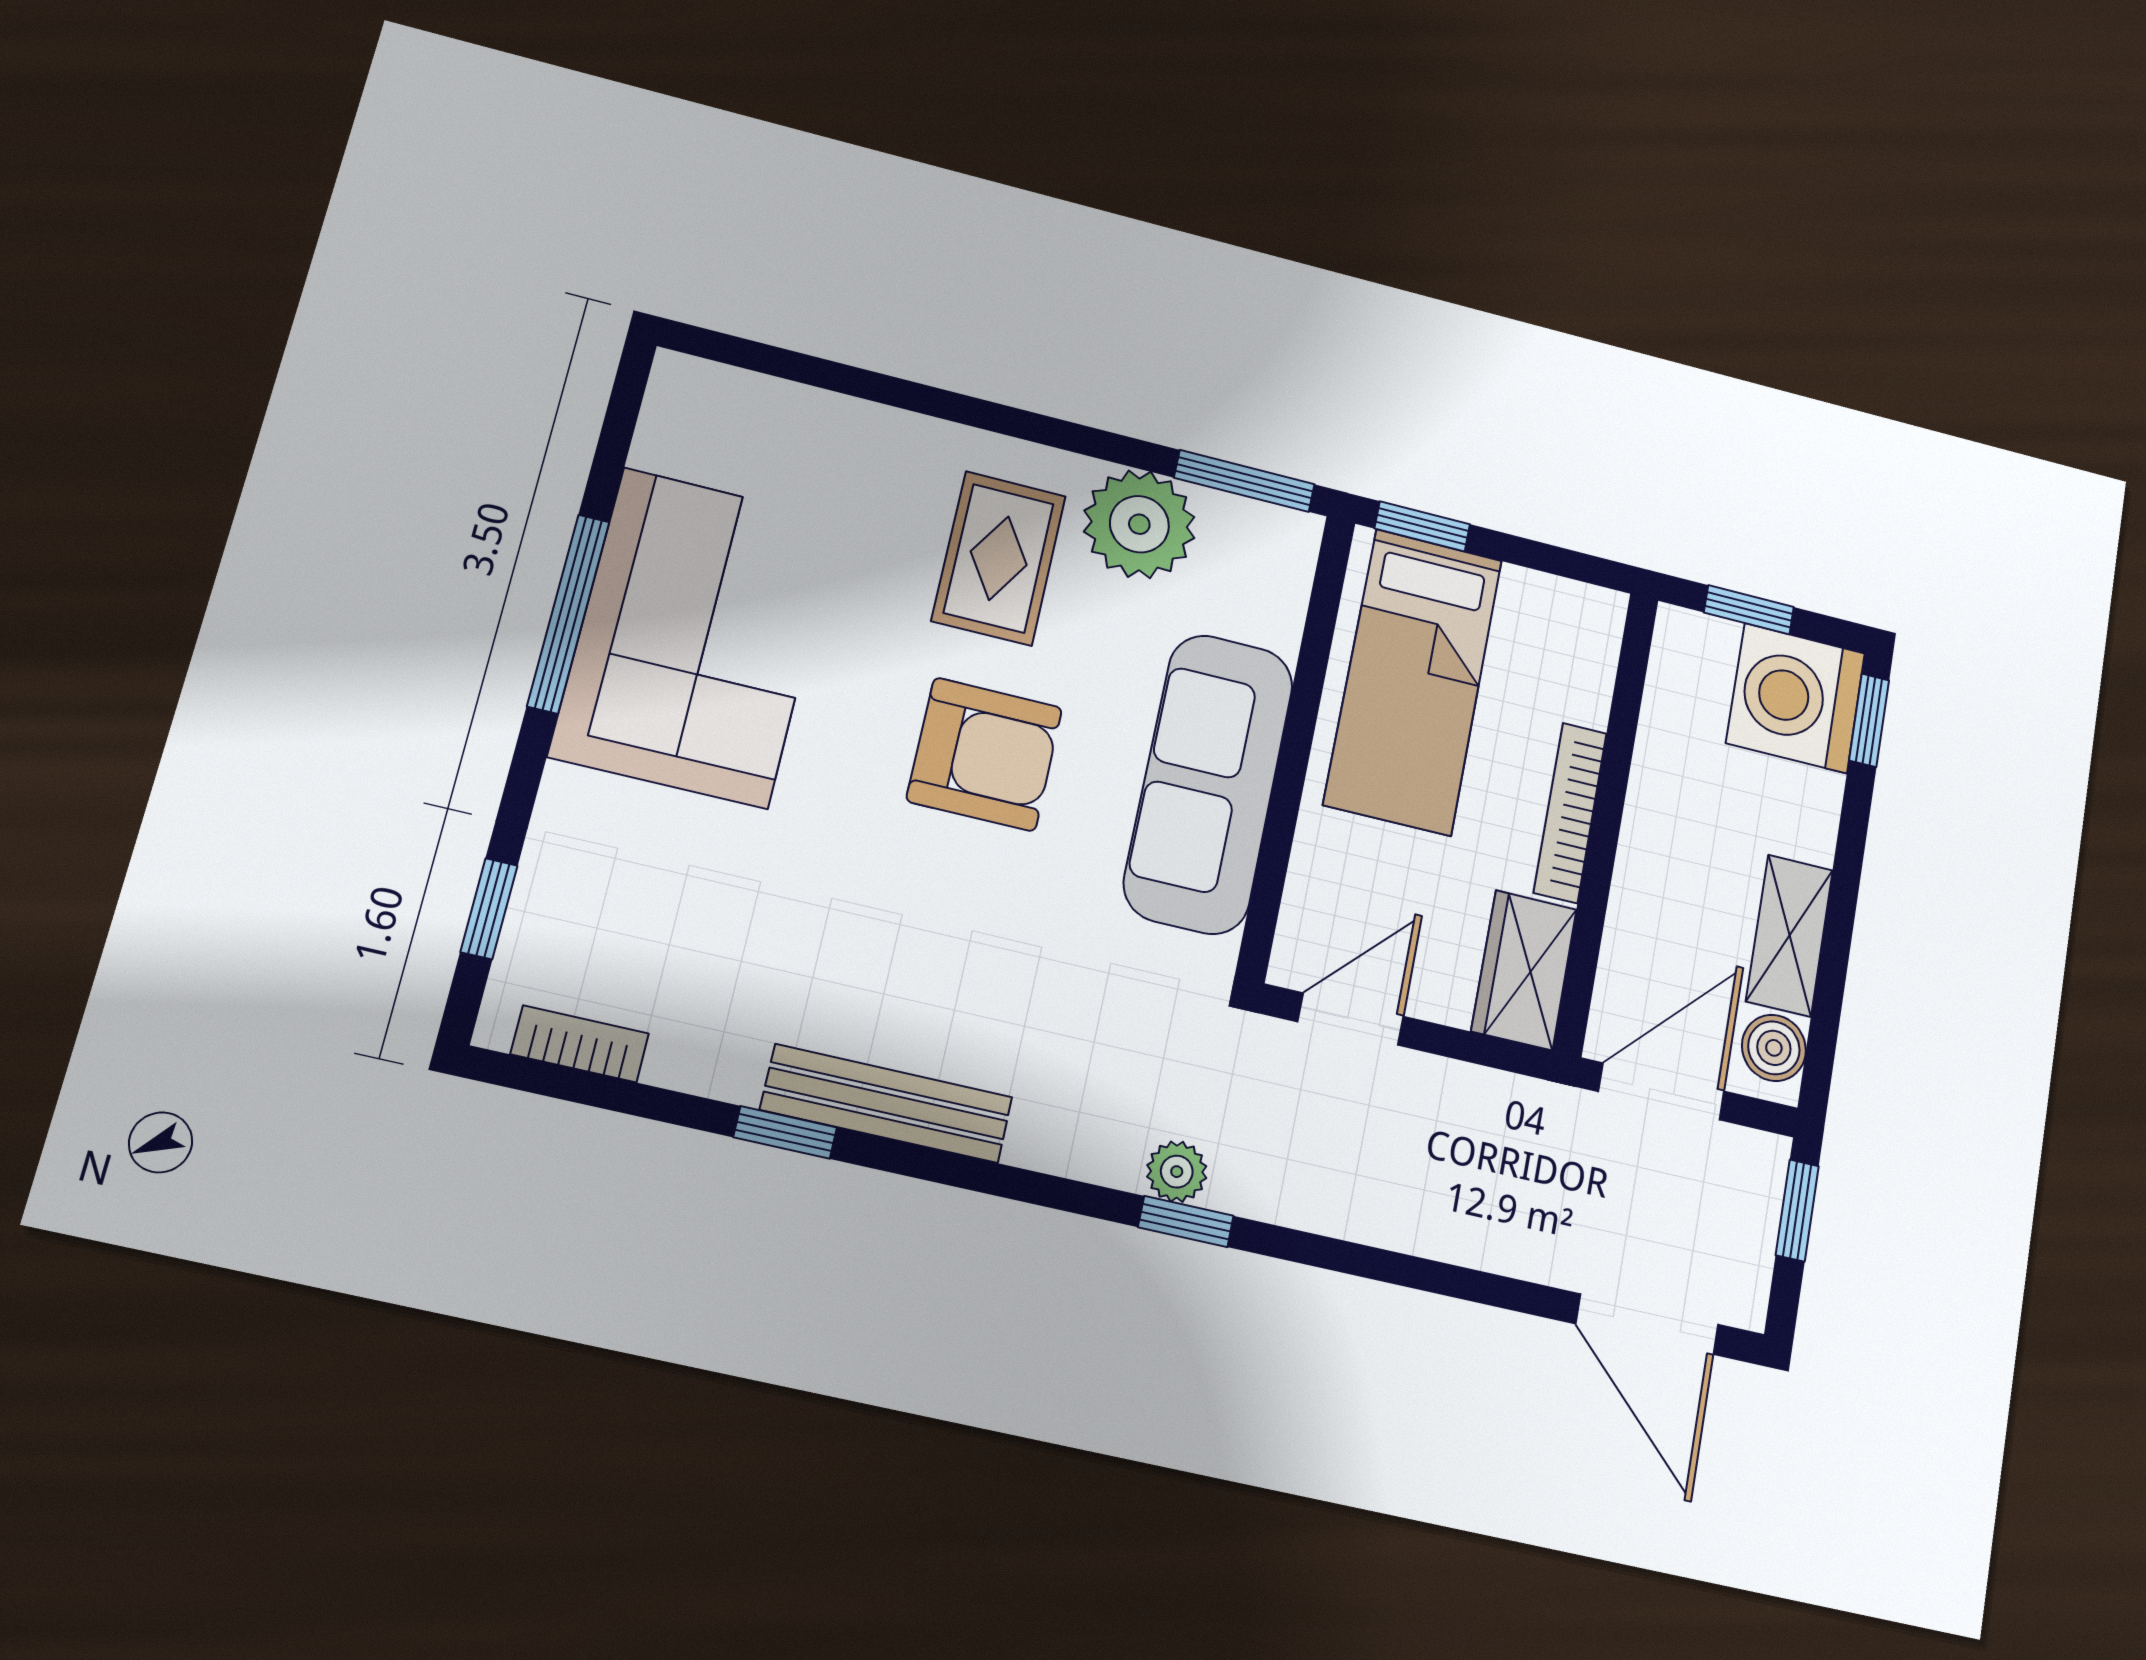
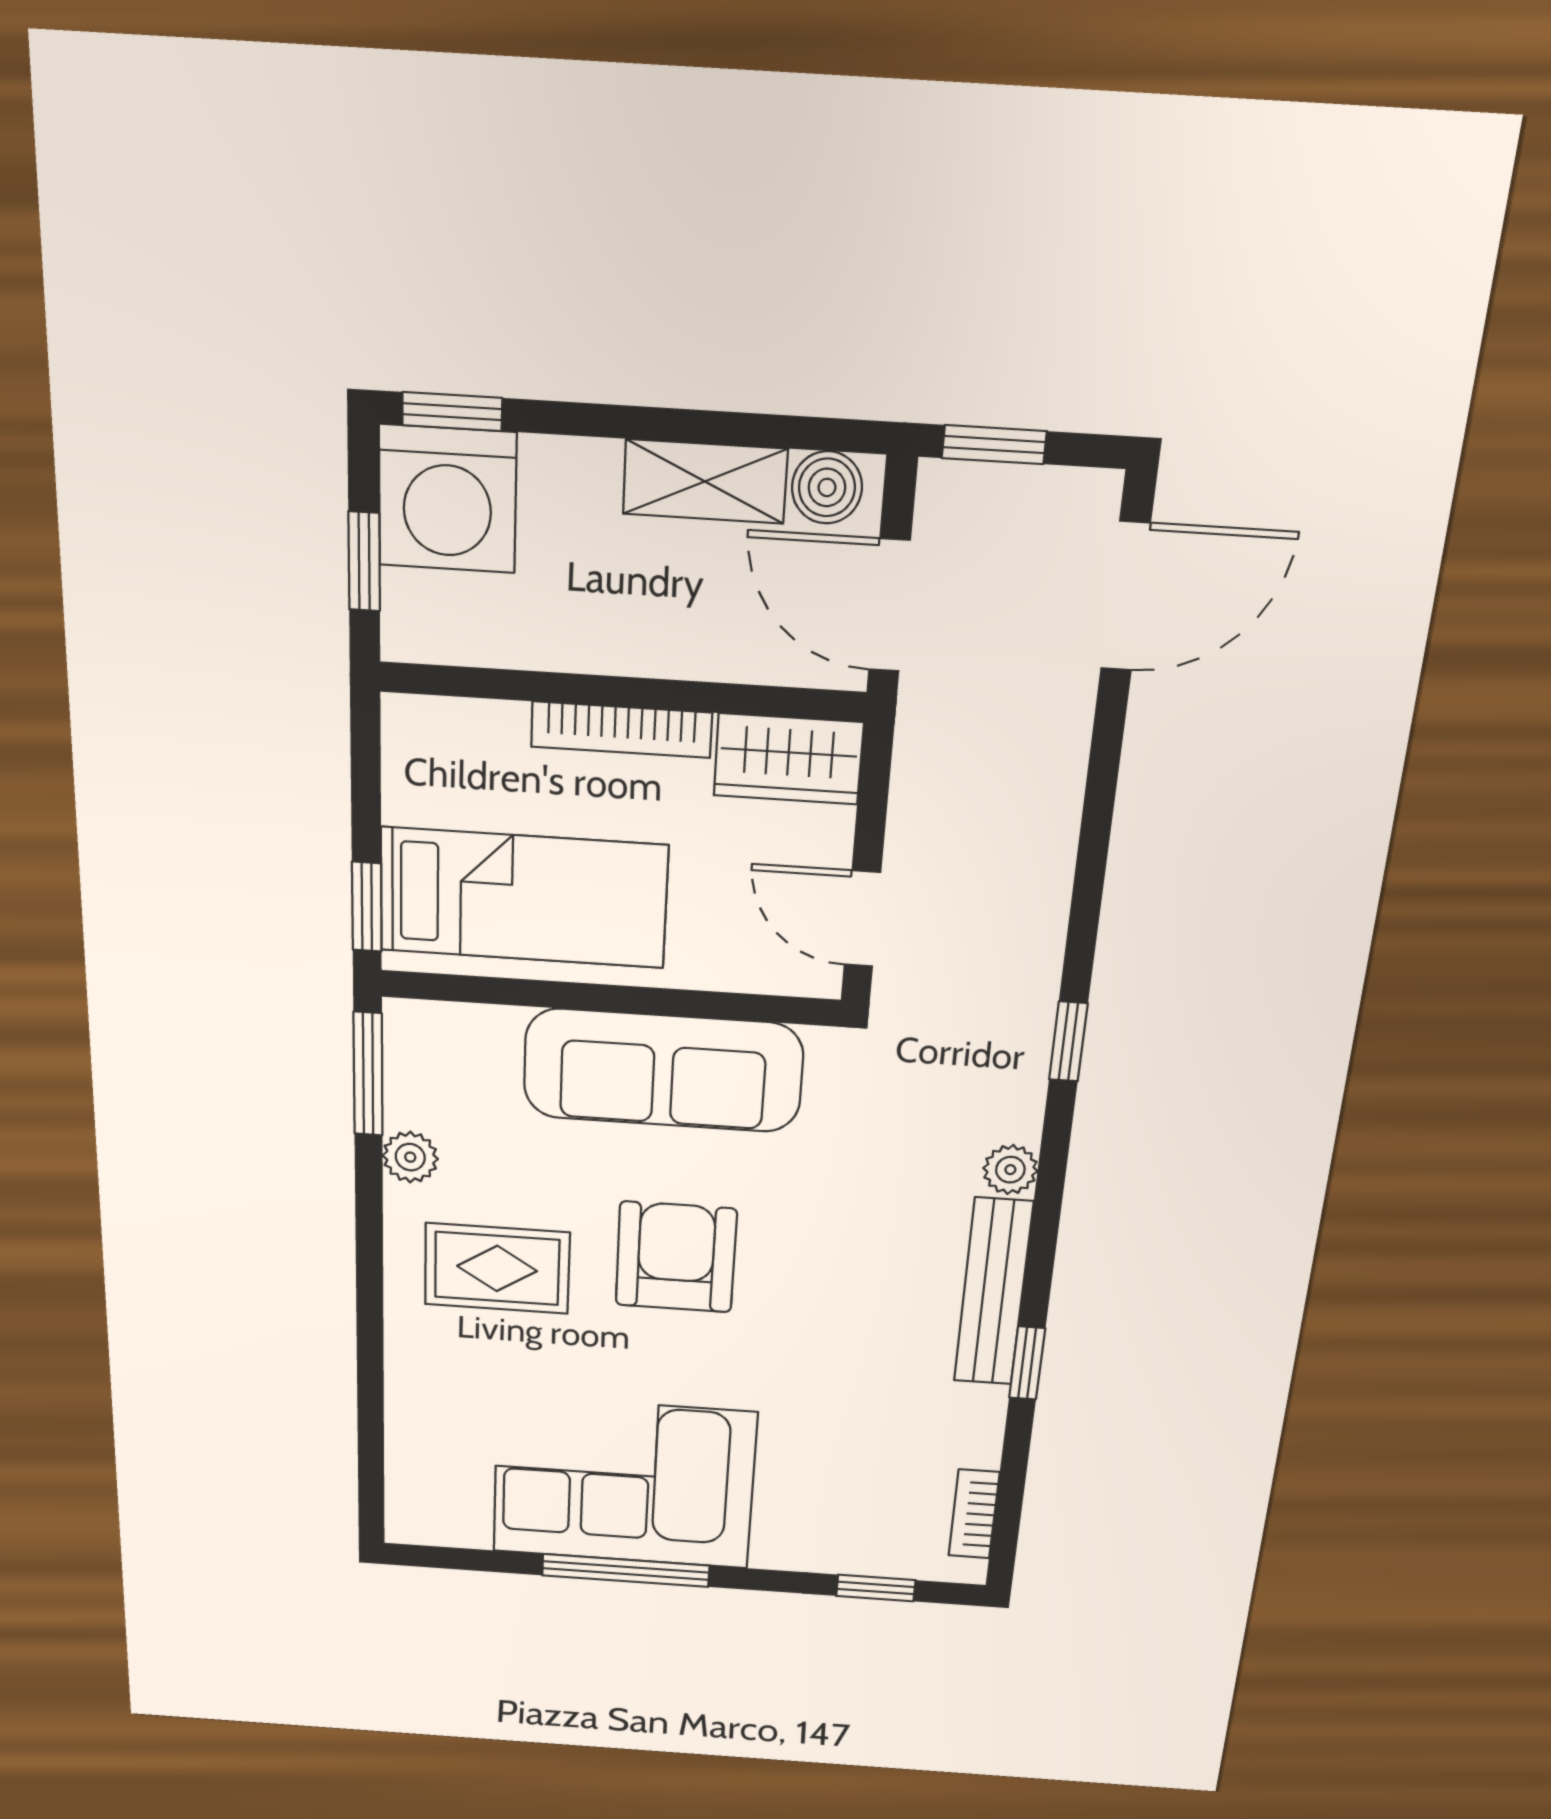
plant: (1139, 524) -> (410, 1157), width x0.53, depth x0.53
plant: (1177, 1172) -> (1010, 1170), moved

